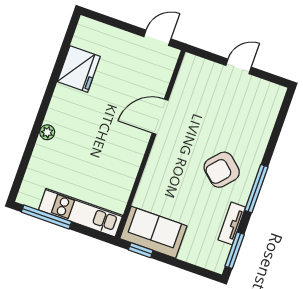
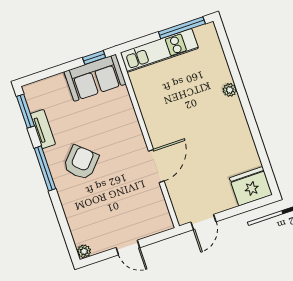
door: (239, 66) -> (128, 248), hinge flipped
fridge: (79, 69) -> (251, 186), moved, turned 90
plant: (278, 92) -> (84, 251), added

